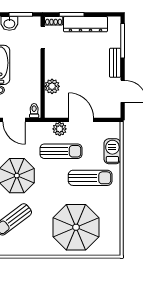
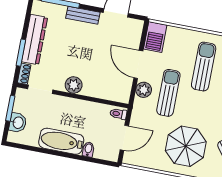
plant: (52, 86) -> (74, 85), moved
door: (81, 120) -> (138, 64), hinge flipped
barbecue: (112, 151) -> (155, 37), moved, turned -90

